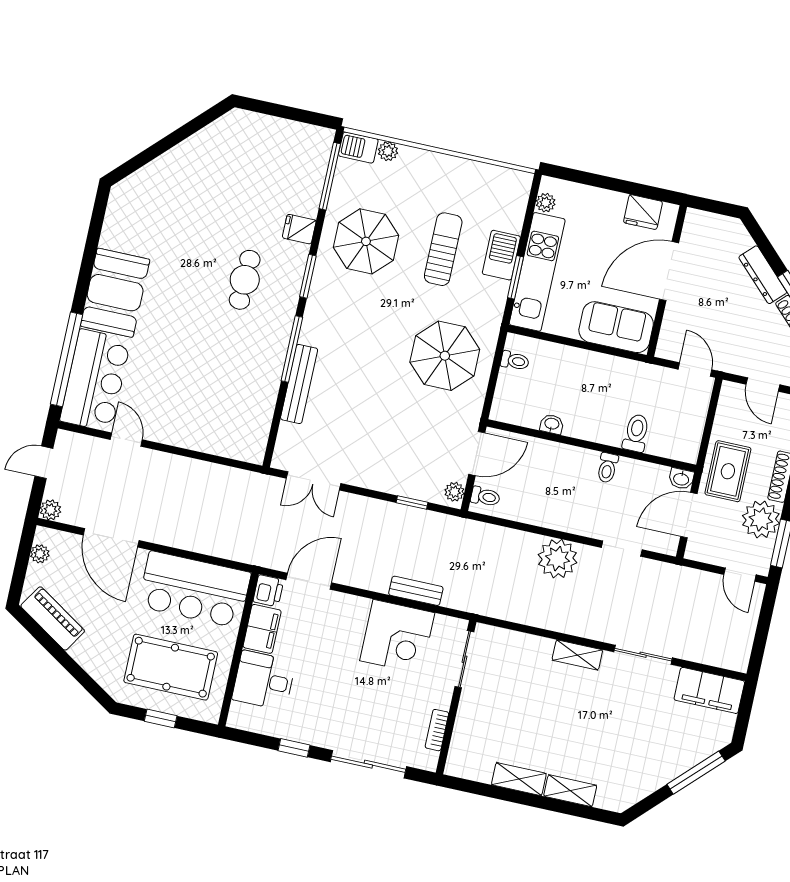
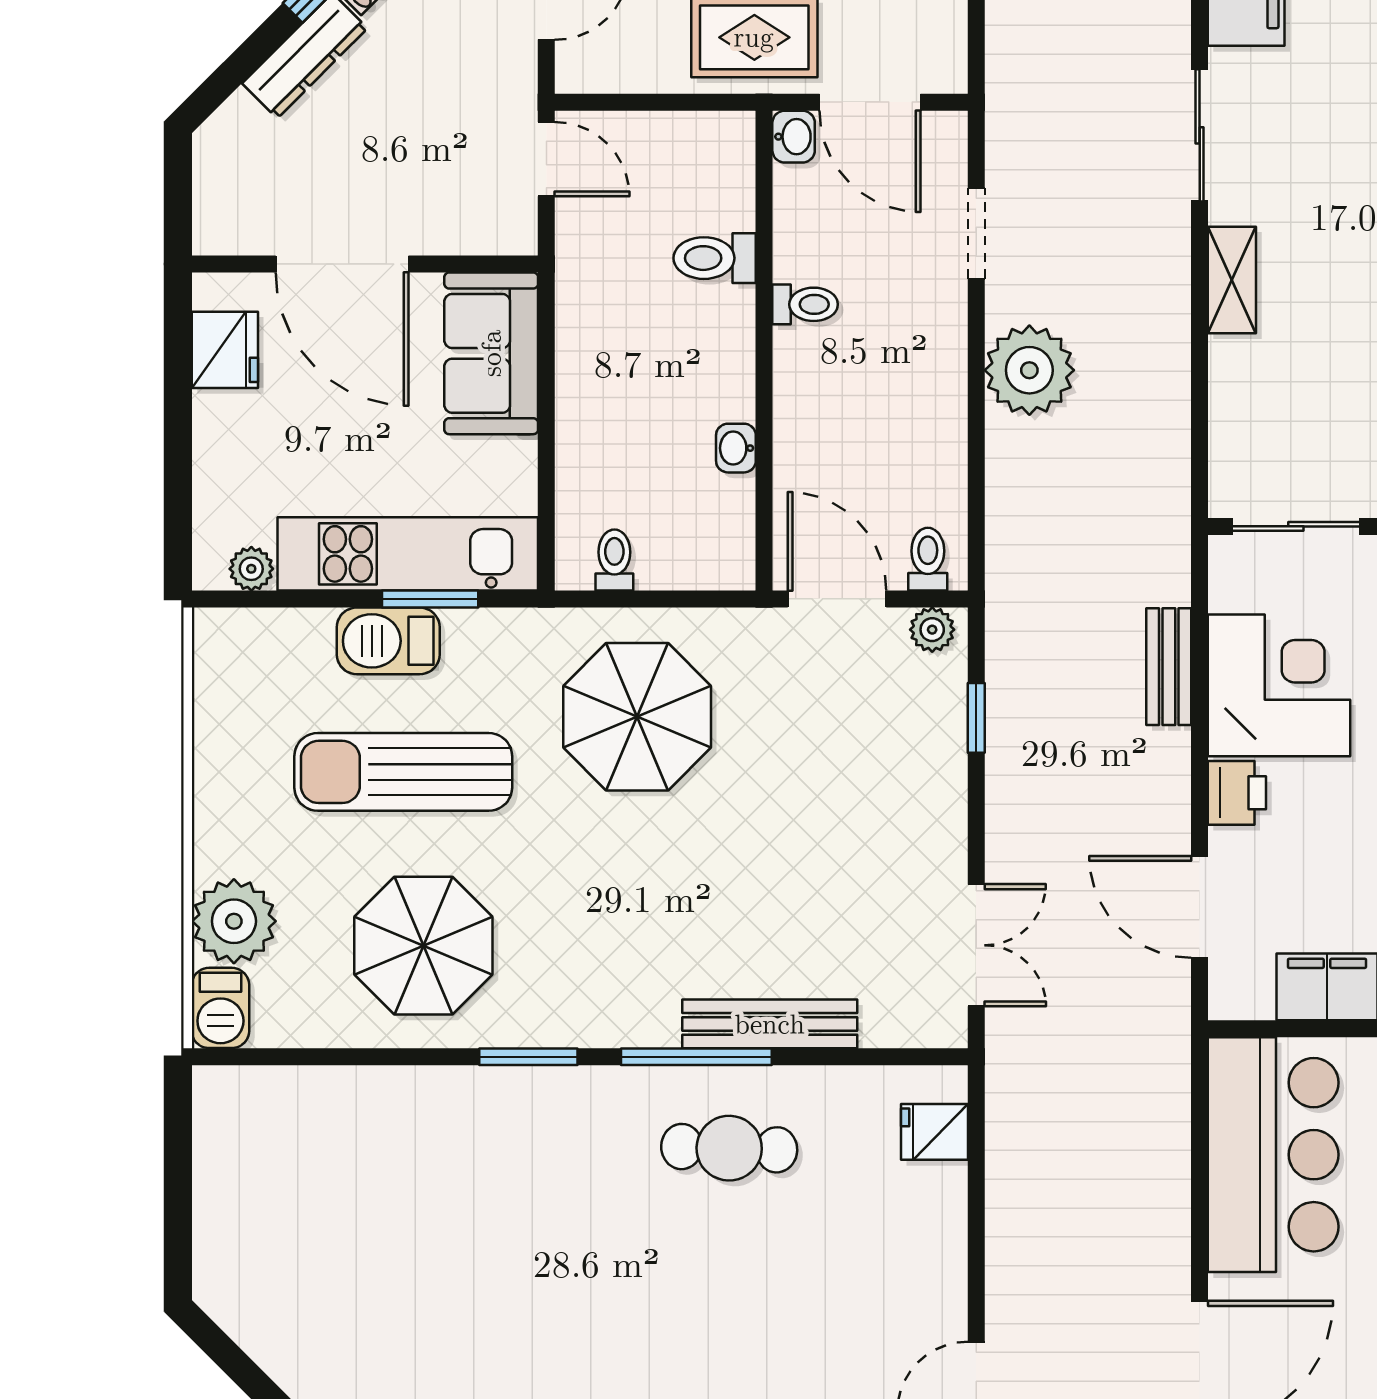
plant: (388, 151) -> (234, 921), width x1.87, depth x1.87
window: (330, 176) -> (298, 1057), removed
fridge: (299, 229) -> (934, 1132), moved, turned 90
sun lounger: (443, 249) -> (403, 772), width x1.36, depth x1.34
cafe table: (245, 280) -> (729, 1148), moved
door: (695, 370) -> (546, 159), swing flipped
printer: (268, 591) -> (1237, 793), moved, turned 90

